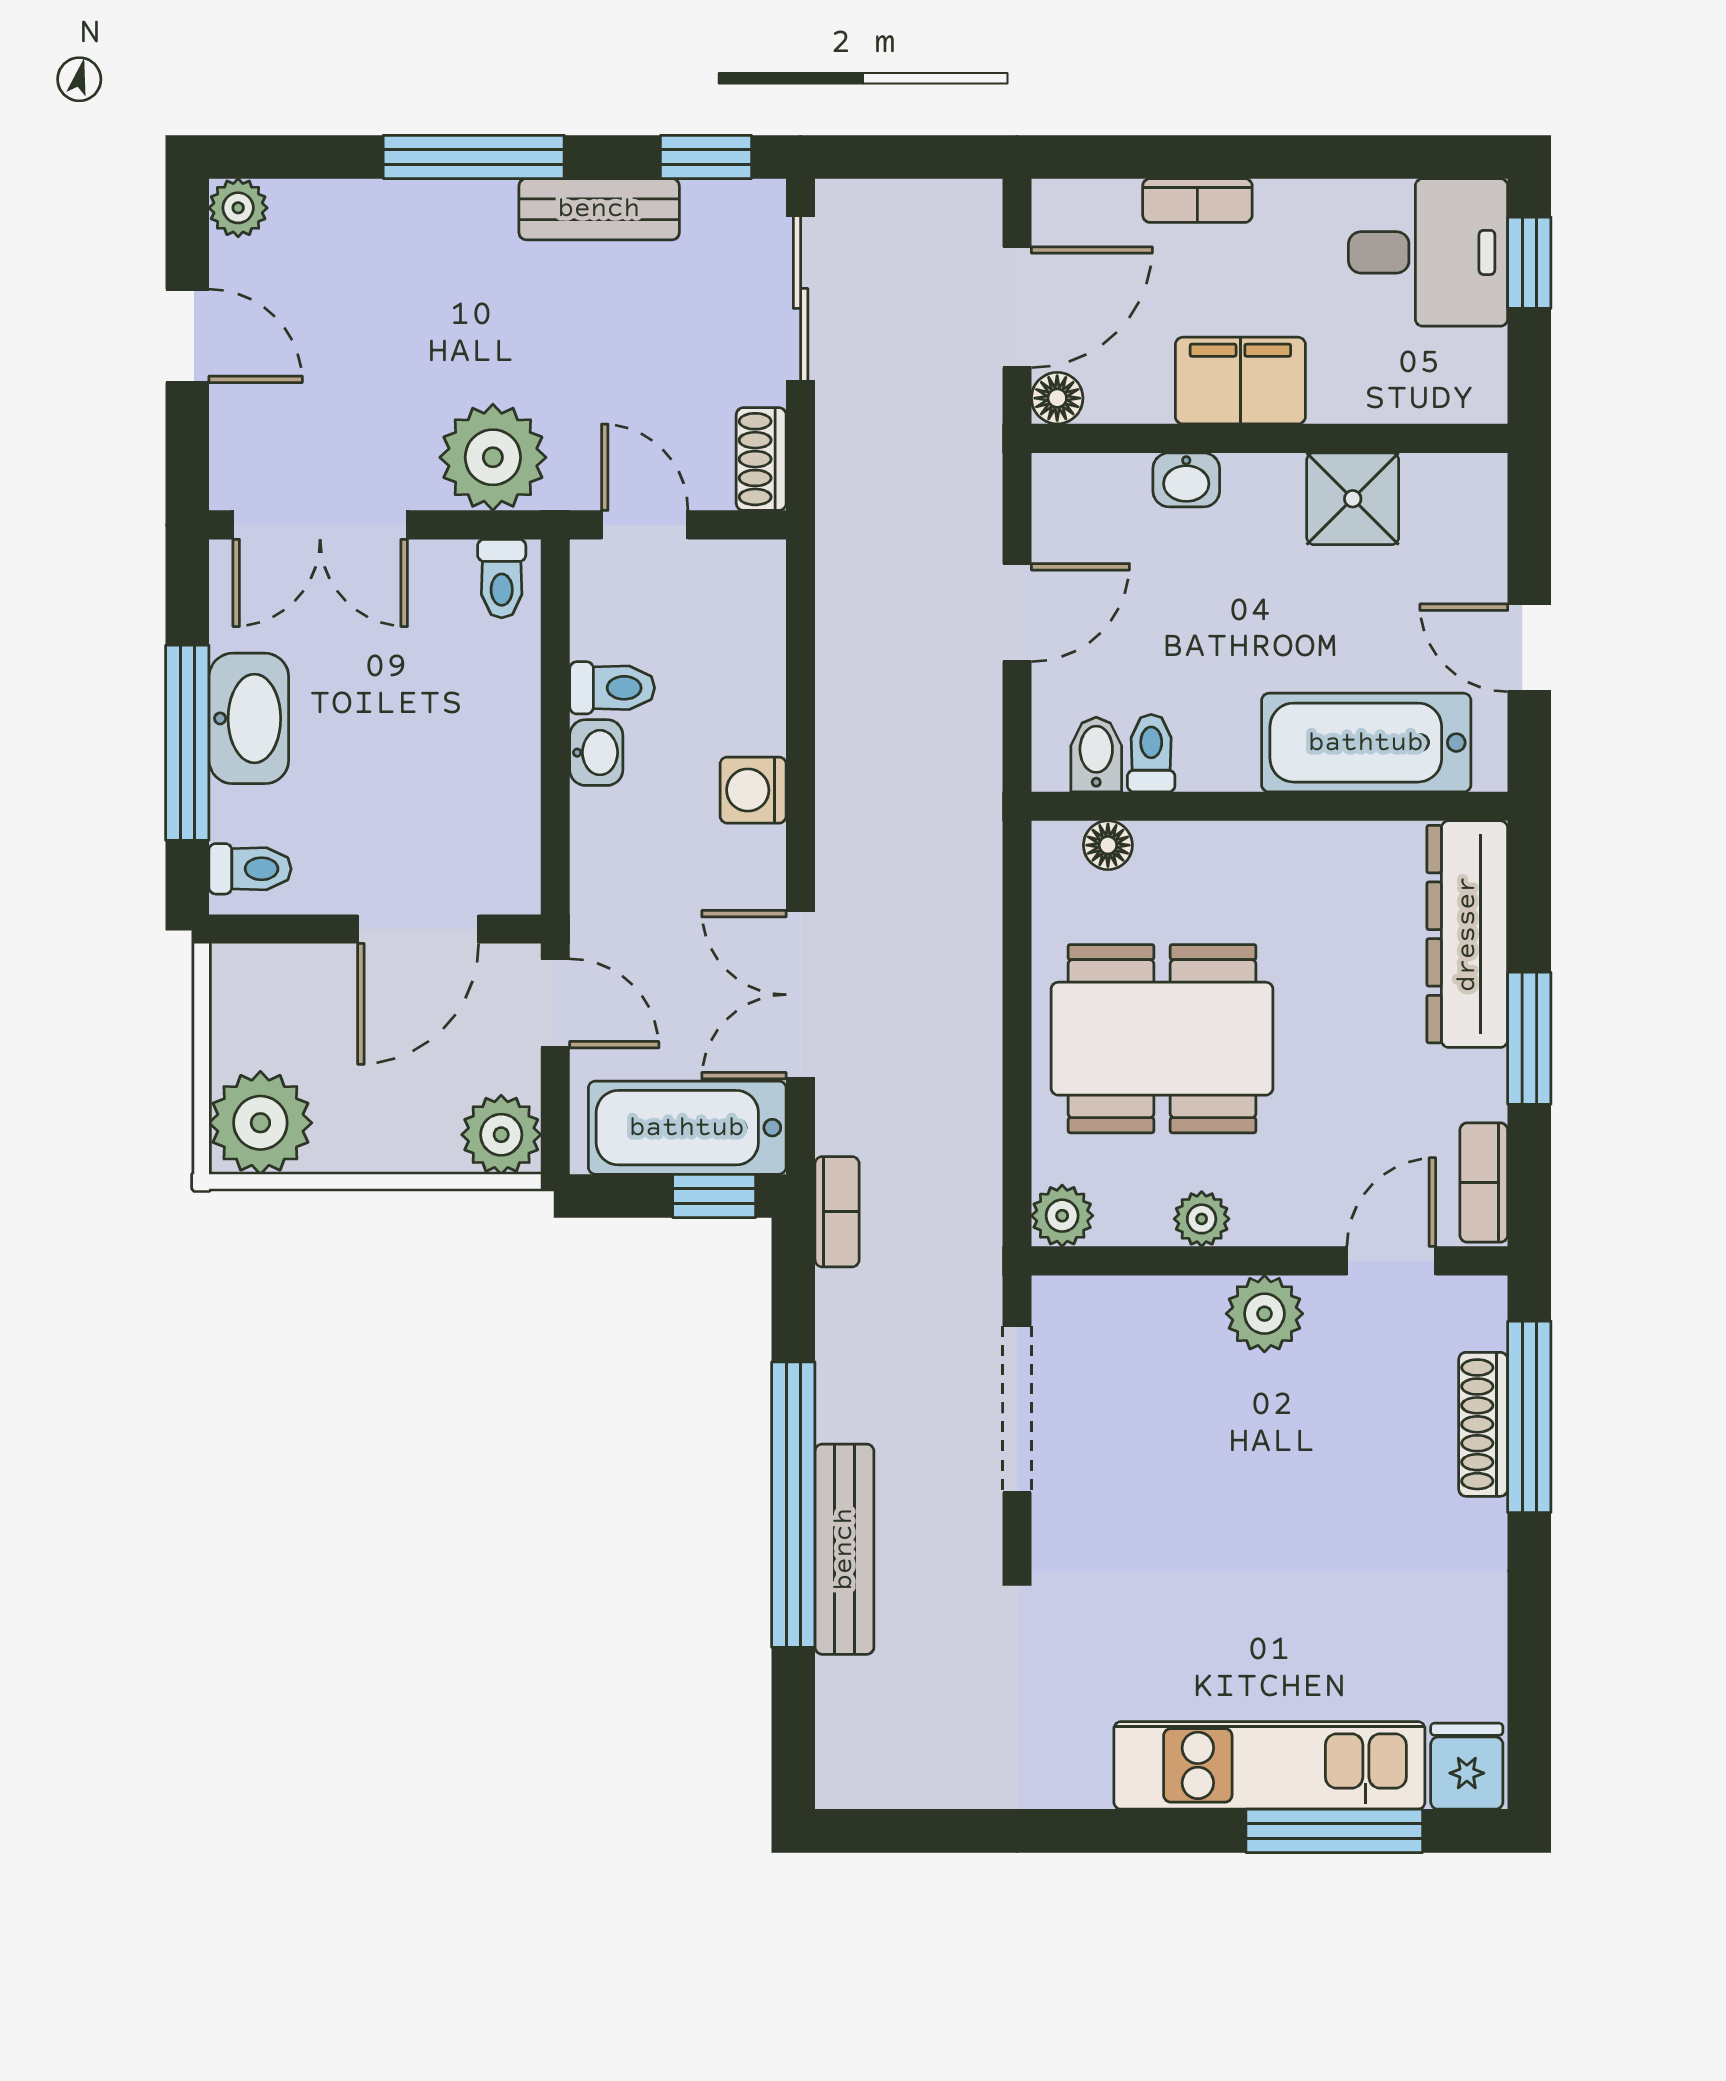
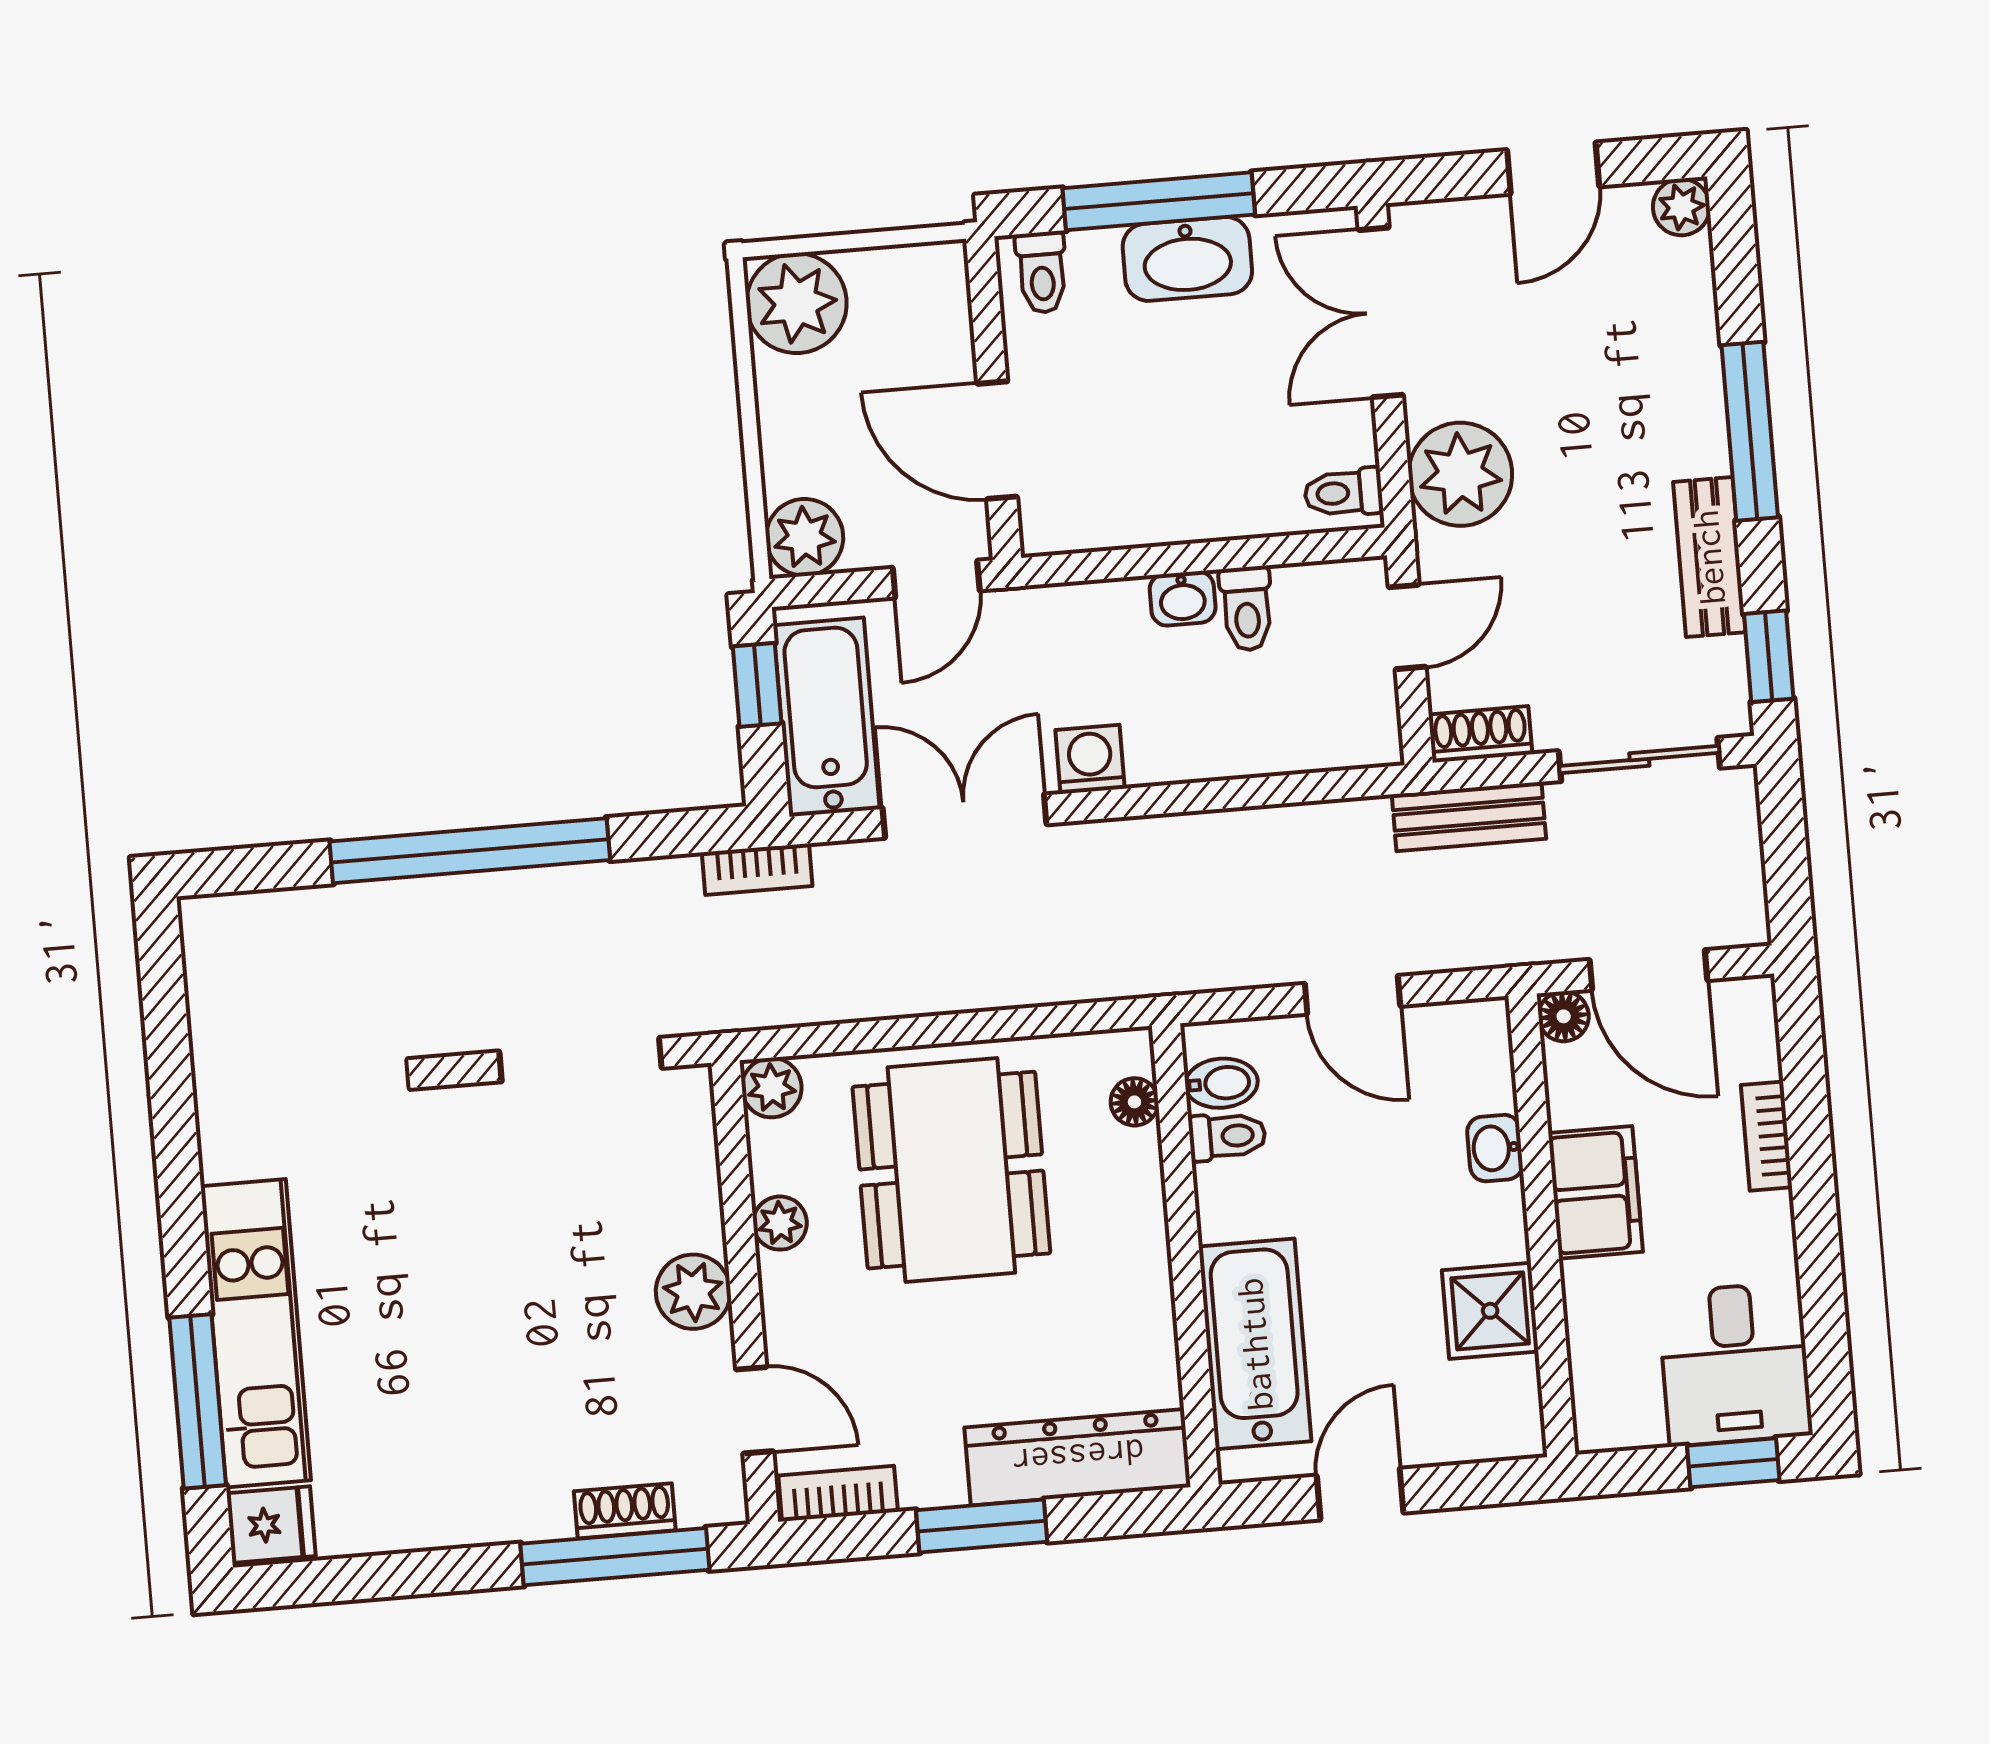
washing machine: (753, 790) -> (1090, 759), moved
window: (714, 1196) -> (757, 685), moved
shoe rack: (1483, 1424) -> (625, 1511), width x0.70
bench: (844, 1549) -> (1469, 817), moved, width x0.73

